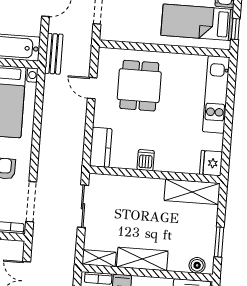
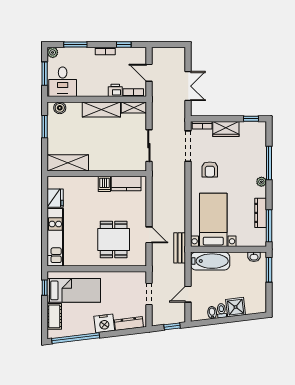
bench: (54, 54) -> (180, 248), moved
kitchen counter: (101, 147) -> (126, 184), moved, turned -90
fridge: (211, 163) -> (55, 198), moved

